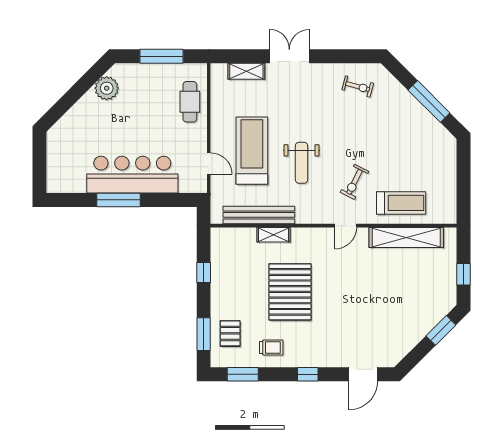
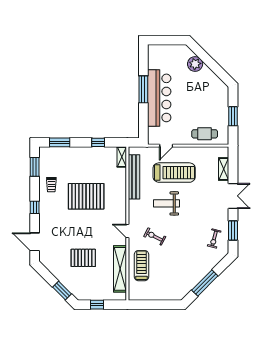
window: (162, 56) -> (233, 116), width x0.69
window: (345, 56) -> (233, 231), added
plant: (107, 88) -> (195, 64), moved
treadmill: (401, 203) -> (141, 266), turned 180
shelving: (274, 235) -> (122, 157), moved
pallet: (230, 333) -> (83, 258), moved, width x1.50, depth x1.42

